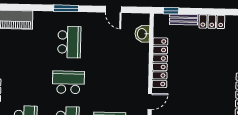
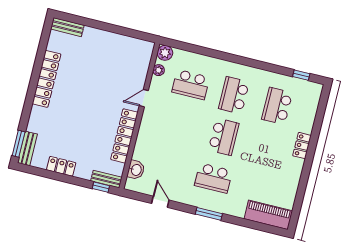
bench: (184, 20) -> (106, 179), moved
school desk: (69, 42) -> (213, 178), turned -90
school desk: (68, 82) -> (224, 137), turned -90

